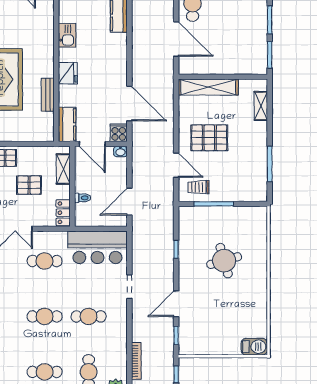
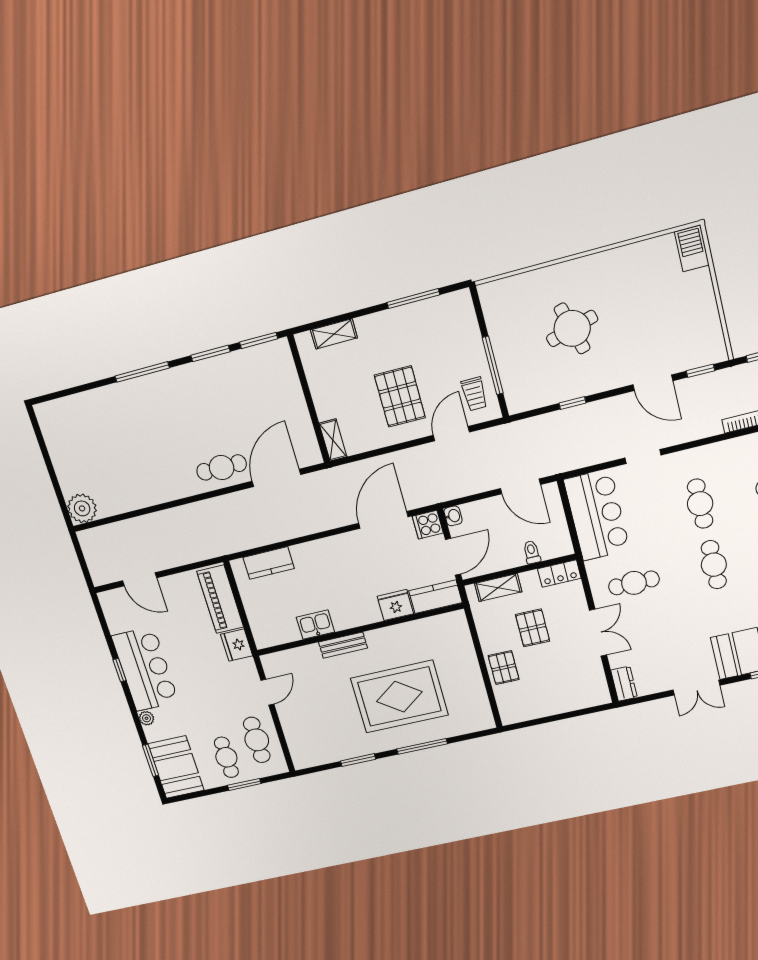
fridge: (68, 73) -> (395, 605), moved
shelving: (208, 87) -> (333, 440), width x0.45, depth x0.75
bench: (48, 95) -> (343, 645), moved
cafe table: (45, 261) -> (634, 583), turned 90

